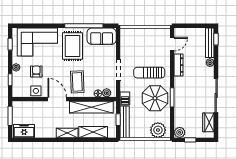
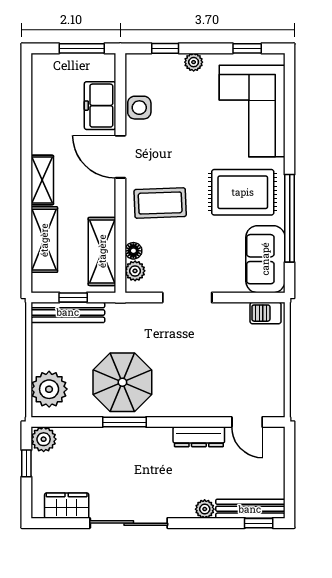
armchair: (36, 72) -> (184, 109), removed
sun lounger: (149, 73) -> (182, 369), removed
door: (57, 99) -> (120, 157), swing flipped
barbecue: (125, 99) -> (266, 313), moved
shelving: (91, 107) -> (102, 251), width x0.68
freezer: (24, 131) -> (100, 106), moved, turned 180

